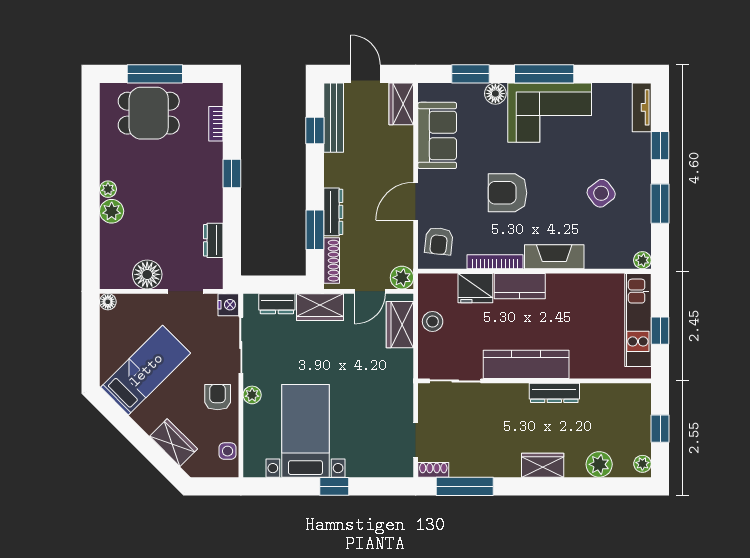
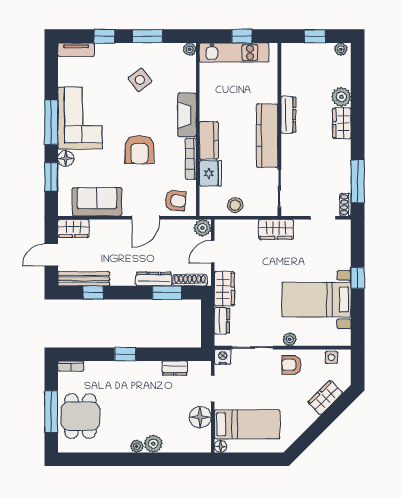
bookcase: (216, 124) -> (71, 366), moved
door: (416, 201) -> (146, 218), hinge flipped
door: (370, 291) -> (213, 252), swing flipped
wardrobe: (400, 325) -> (276, 229), moved
bed: (146, 370) -> (247, 424), moved, turned 135
plant: (599, 464) -> (341, 97), moved

